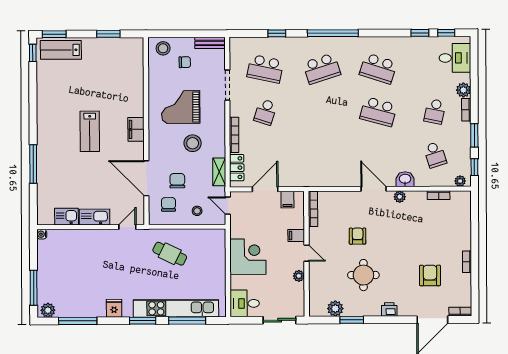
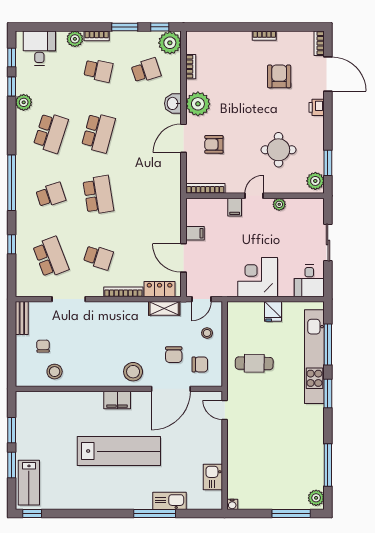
window: (54, 34) -> (12, 465), moved
plant: (406, 44) -> (24, 102), added
stool: (163, 48) -> (55, 372), moved
school desk: (265, 69) -> (51, 257), turned -33
school desk: (322, 69) -> (51, 195), width x0.54
grand piano: (181, 107) -> (93, 351), removed
school desk: (322, 112) -> (98, 195), added
lab bench: (90, 131) -> (119, 451), width x1.86, depth x1.39
stool: (193, 143) -> (133, 372), moved
chair: (177, 181) -> (174, 355), turned -90
plant: (460, 181) -> (170, 43), width x1.88, depth x1.88
plant: (400, 197) -> (198, 104), width x1.88, depth x1.88
chair: (169, 204) -> (200, 364), turned 180
bookcase: (313, 209) -> (205, 188), moved
kitchen sink: (95, 217) -> (170, 501), moved, turned 90
filing cabinet: (296, 236) -> (235, 207), moved
armchair: (358, 236) -> (214, 144), moved
door: (306, 253) -> (254, 196), moved
cafe table: (170, 254) -> (254, 363), turned 65
wall: (306, 254) -> (255, 196), moved
armchair: (430, 275) -> (279, 76), turned 90
plant: (299, 276) -> (279, 204), moved
fridge: (114, 308) -> (273, 311), moved, turned -90
printer: (389, 310) -> (317, 107), moved

